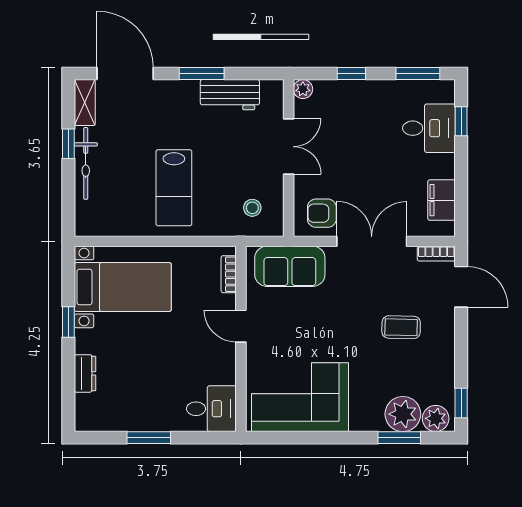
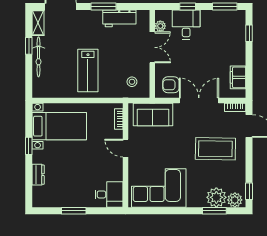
plant: (303, 89) -> (160, 26), moved
desk: (429, 128) -> (186, 24), moved, turned -90
coffee table: (401, 327) -> (215, 149), width x1.86, depth x1.72

